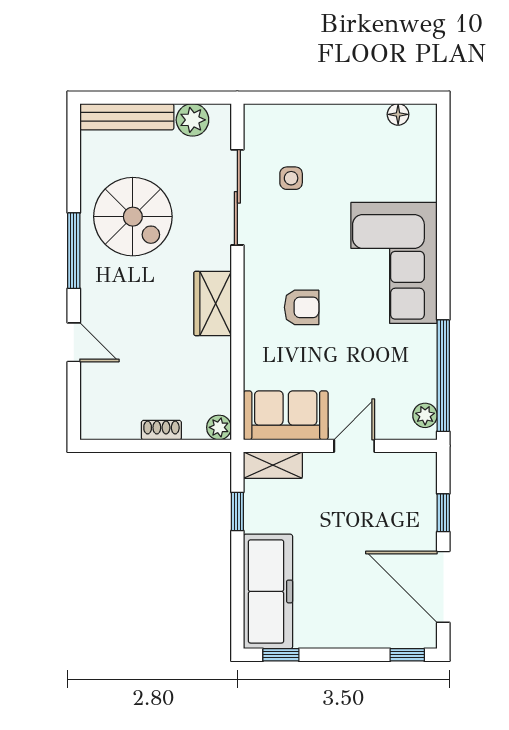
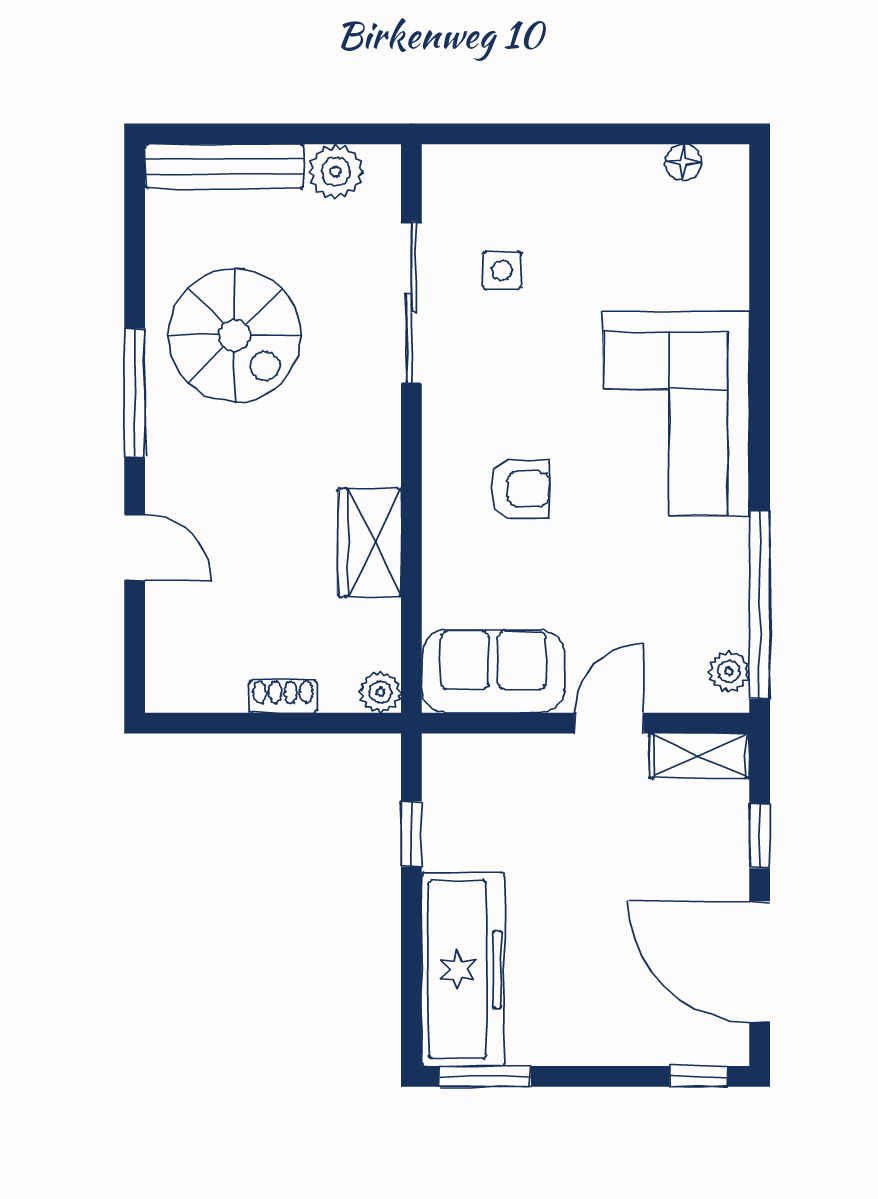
wardrobe: (213, 303) -> (370, 543), moved
shelving: (273, 465) -> (700, 756), moved
window: (281, 655) -> (485, 1076), width x1.50

